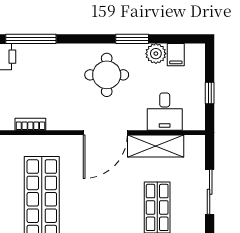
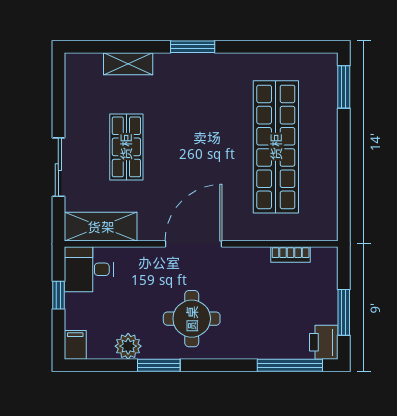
filing cabinet: (176, 55) -> (75, 345), moved
desk: (165, 112) -> (89, 269), moved, turned -90
shelving: (156, 146) -> (101, 227), moved

